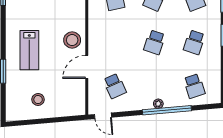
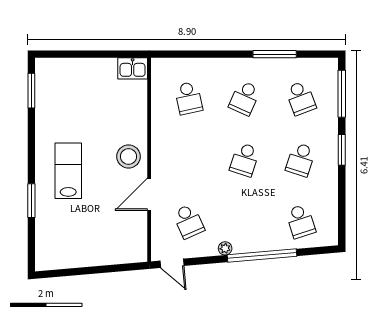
lab bench: (29, 50) -> (68, 171), turned 180
stool: (38, 100) -> (80, 240), removed
plant: (158, 104) -> (225, 248), moved

